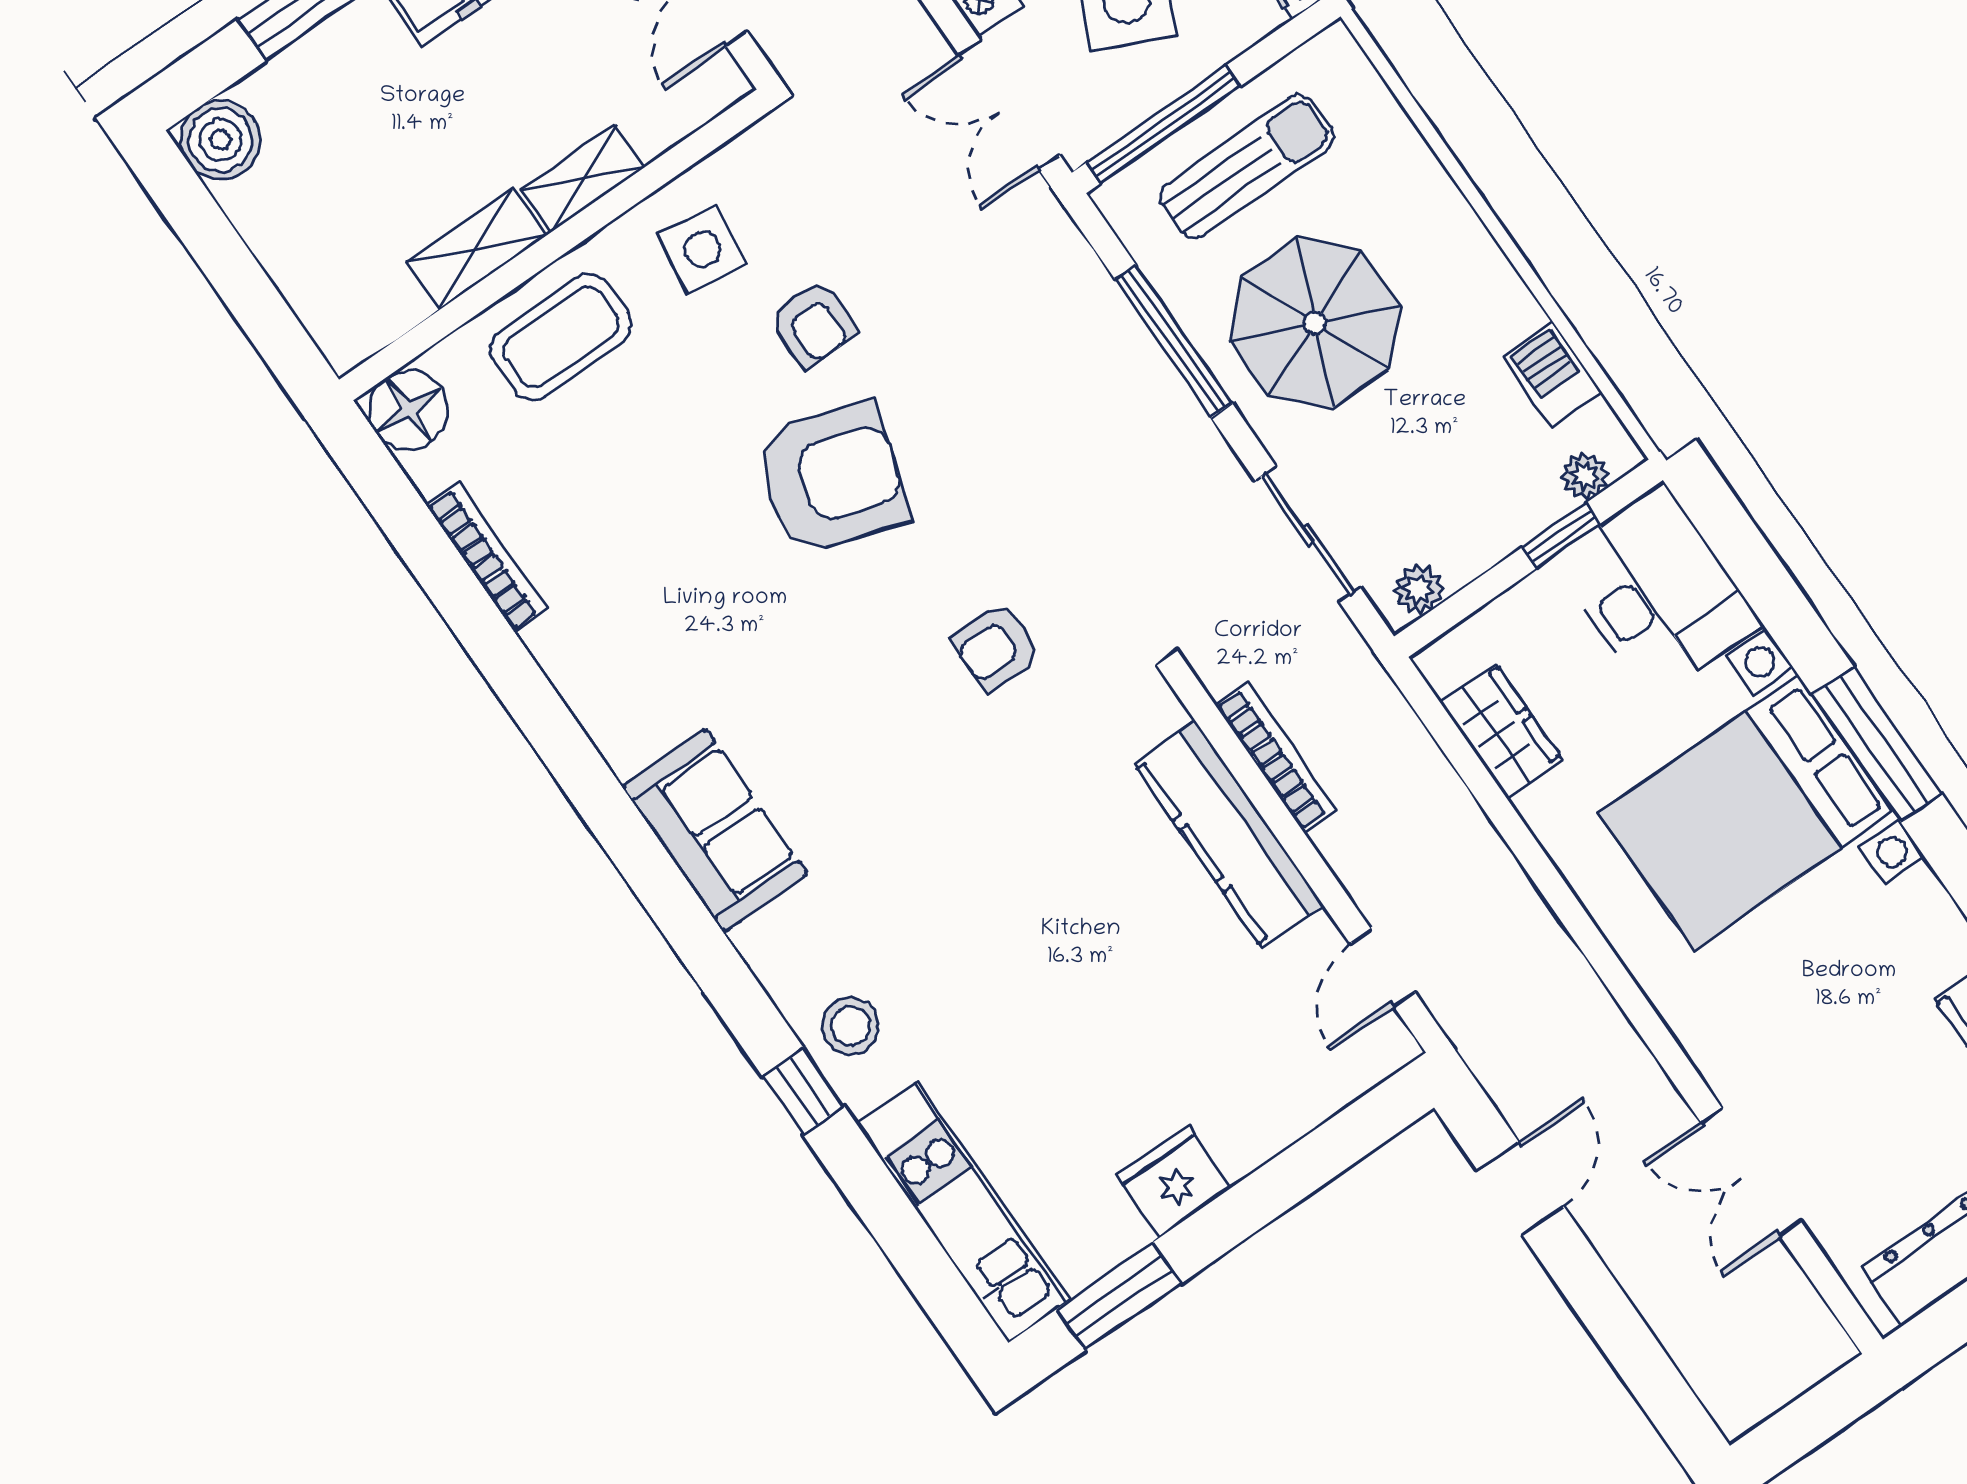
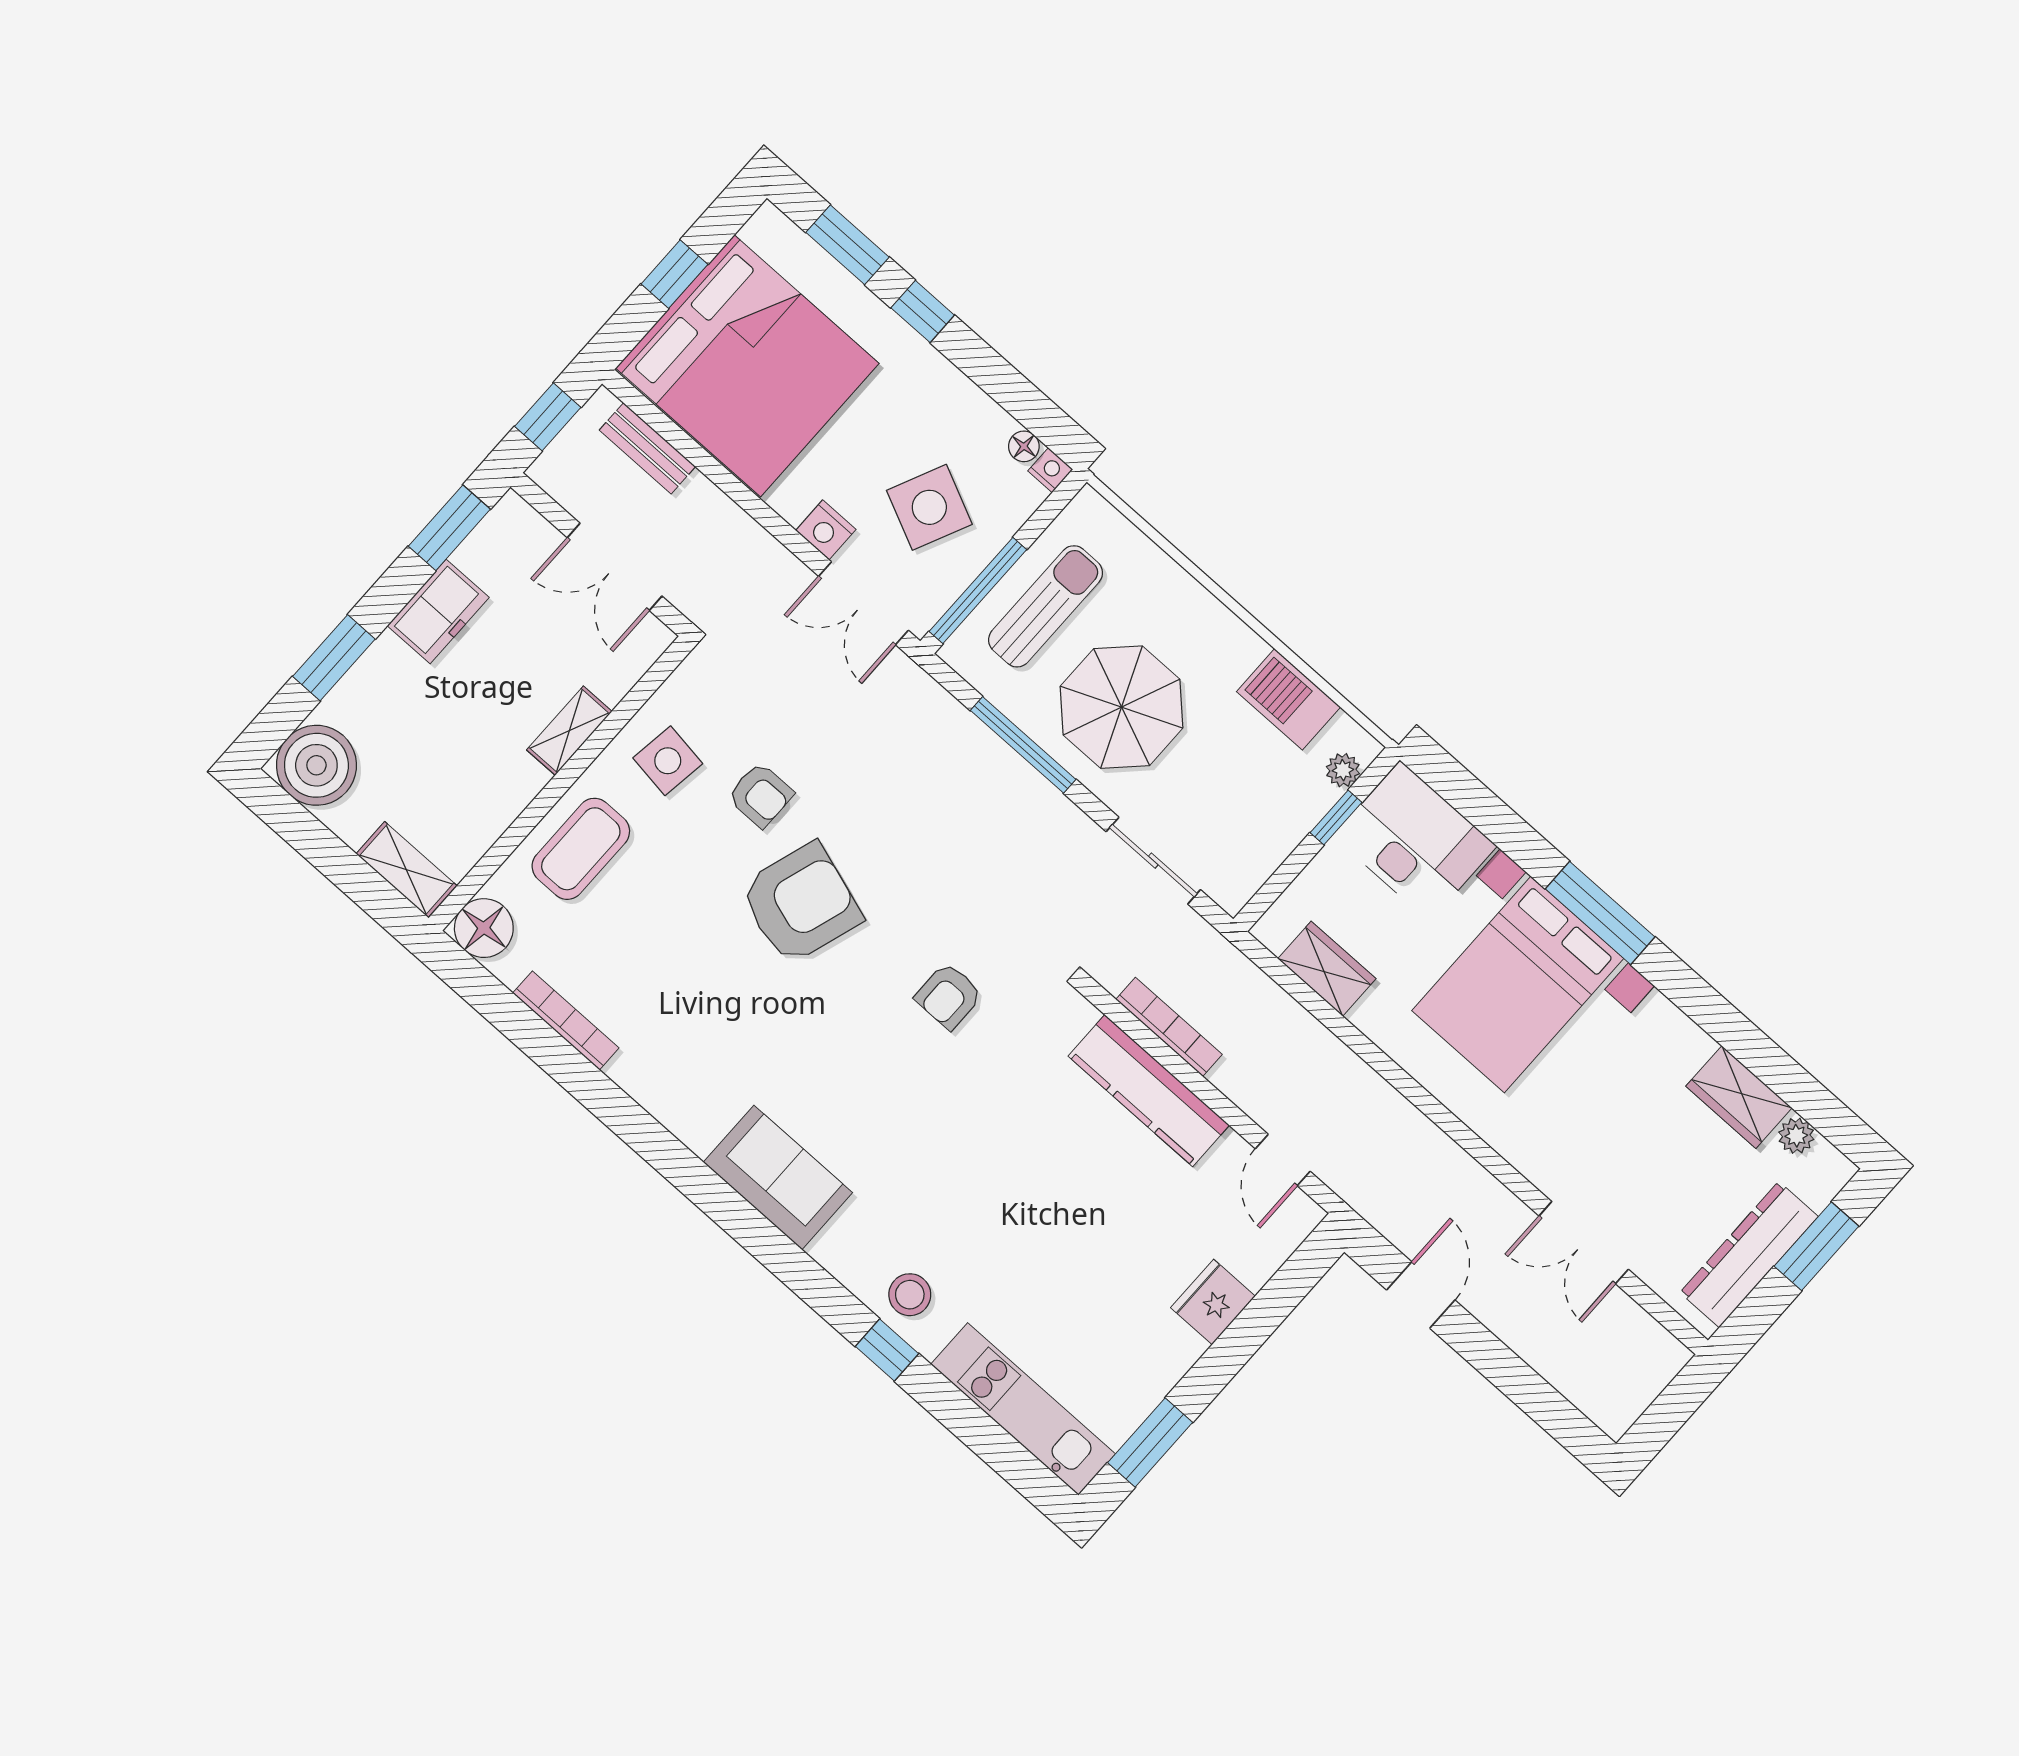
boiler: (220, 140) -> (316, 765), width x1.37, depth x1.37
shelving: (476, 249) -> (406, 870), moved, turned 90
barbecue: (1552, 374) -> (1288, 699), width x1.38, depth x1.27
plant: (1419, 590) -> (1243, 881), removed
fridge: (1174, 1182) -> (1213, 1302), moved

